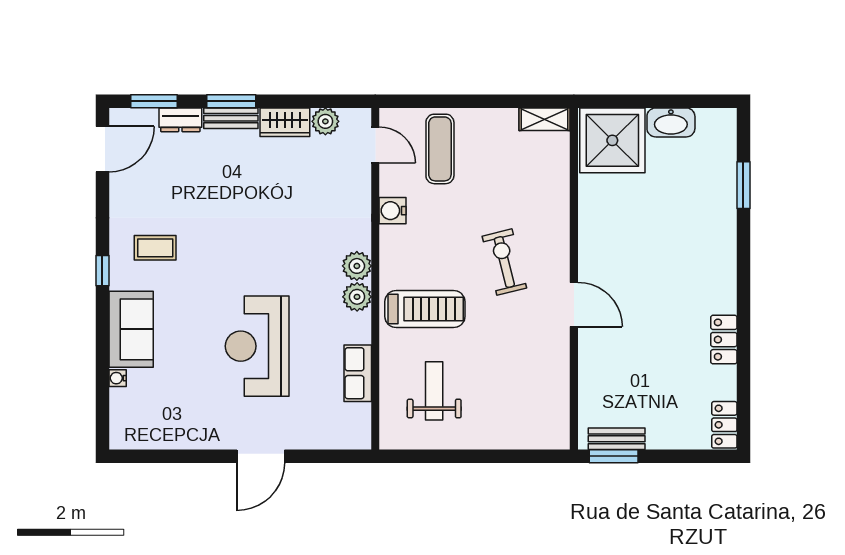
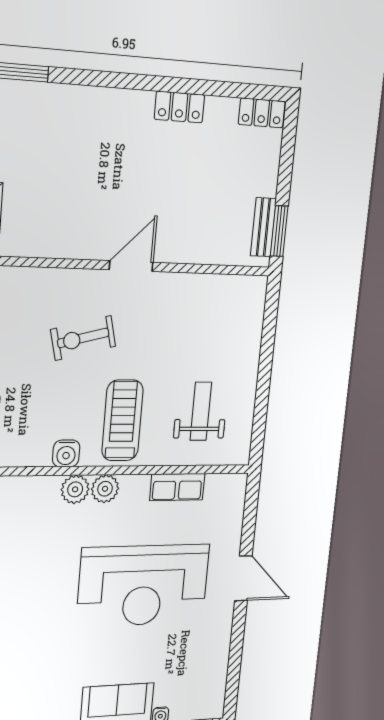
water cooler: (393, 211) -> (66, 453), moved
coffee table: (155, 248) -> (42, 688), removed
reception desk: (257, 346) -> (143, 585), width x1.36, depth x1.30
weight bench: (434, 391) -> (201, 411), turned 90

